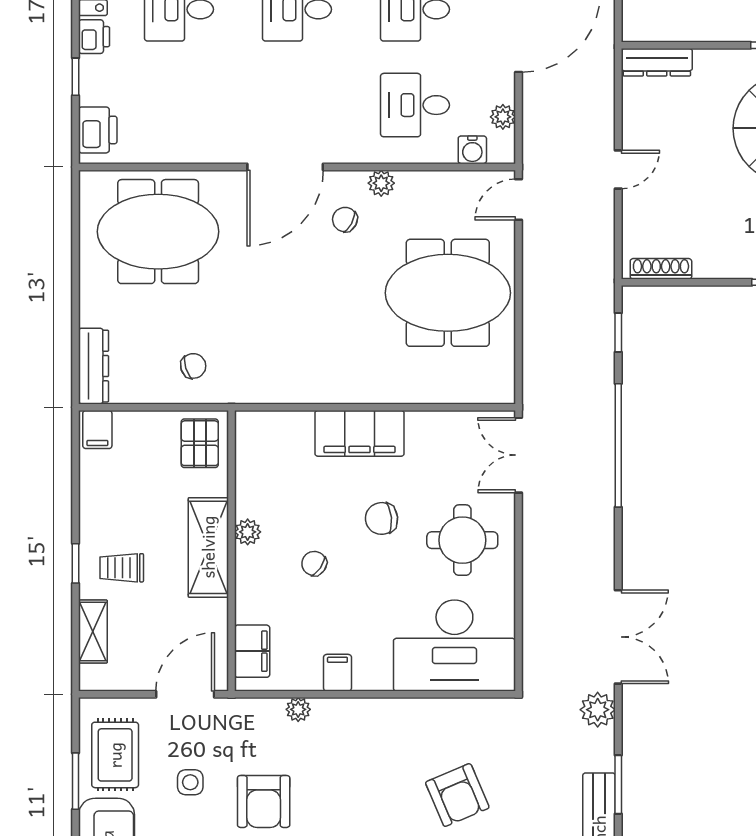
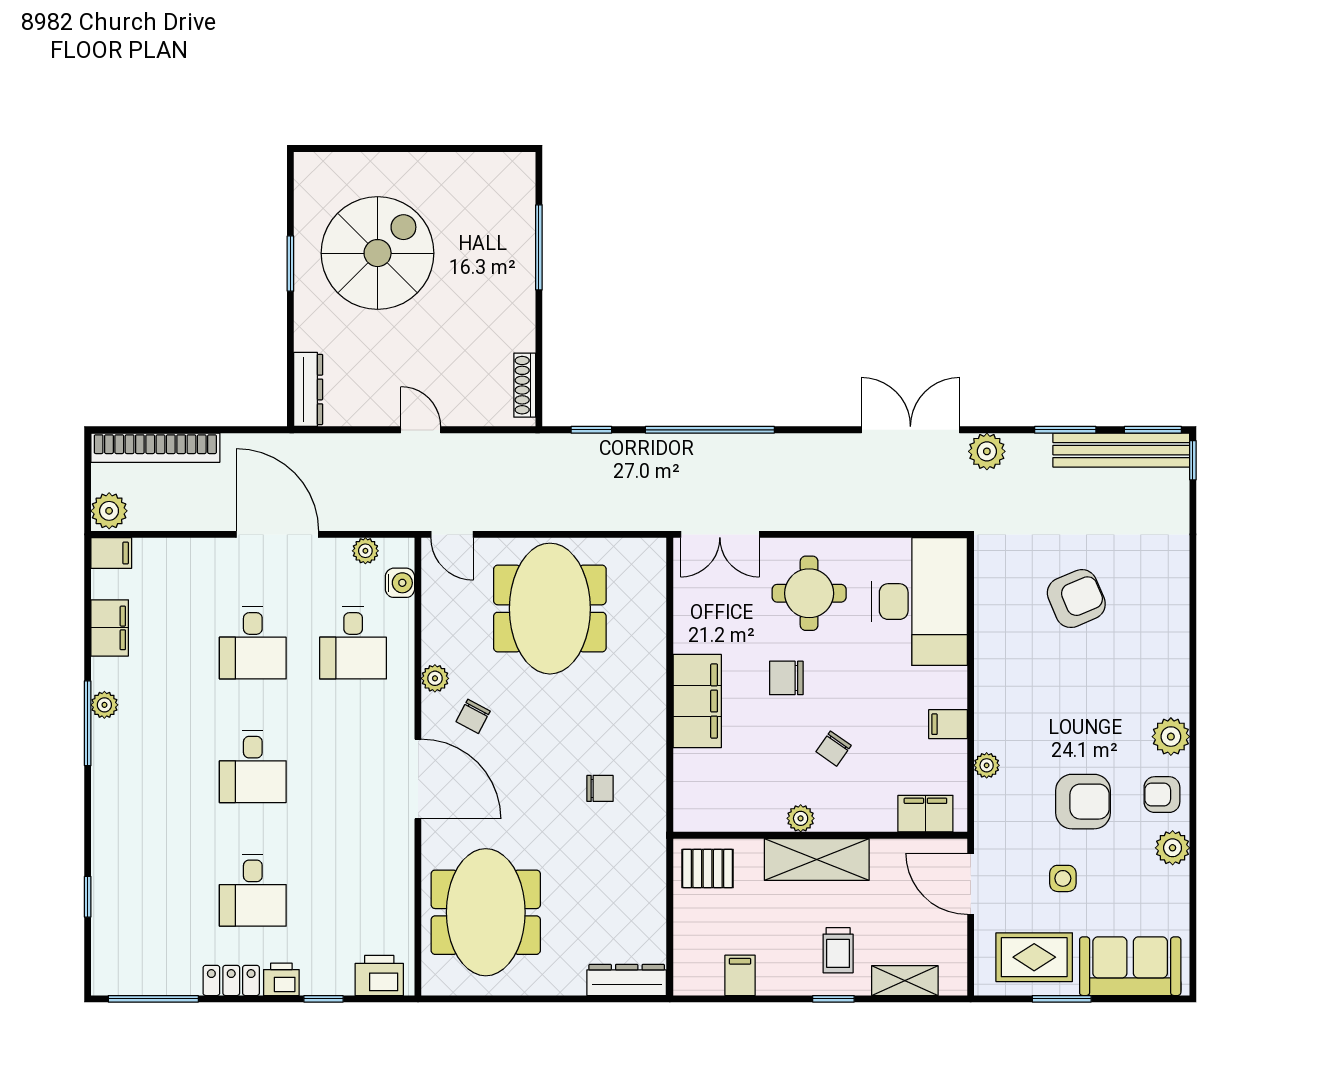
chair: (193, 366) -> (600, 788), moved, turned 108
filing cabinet: (97, 430) -> (740, 975), moved, turned -90
chair: (382, 518) -> (786, 678), turned 96

